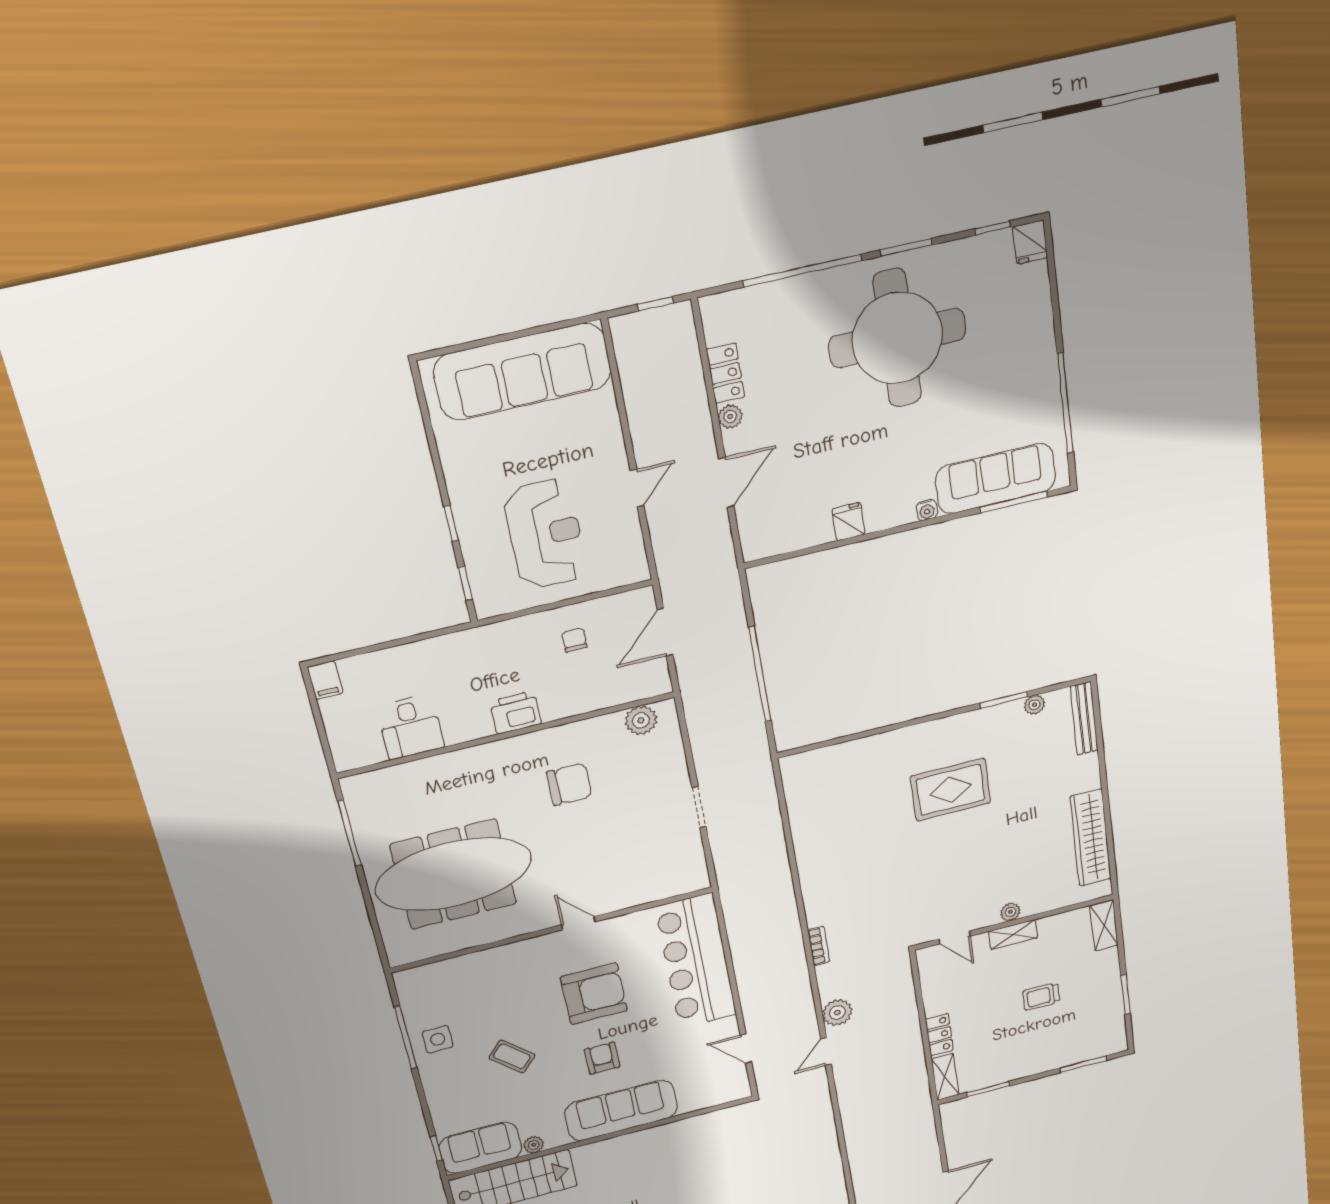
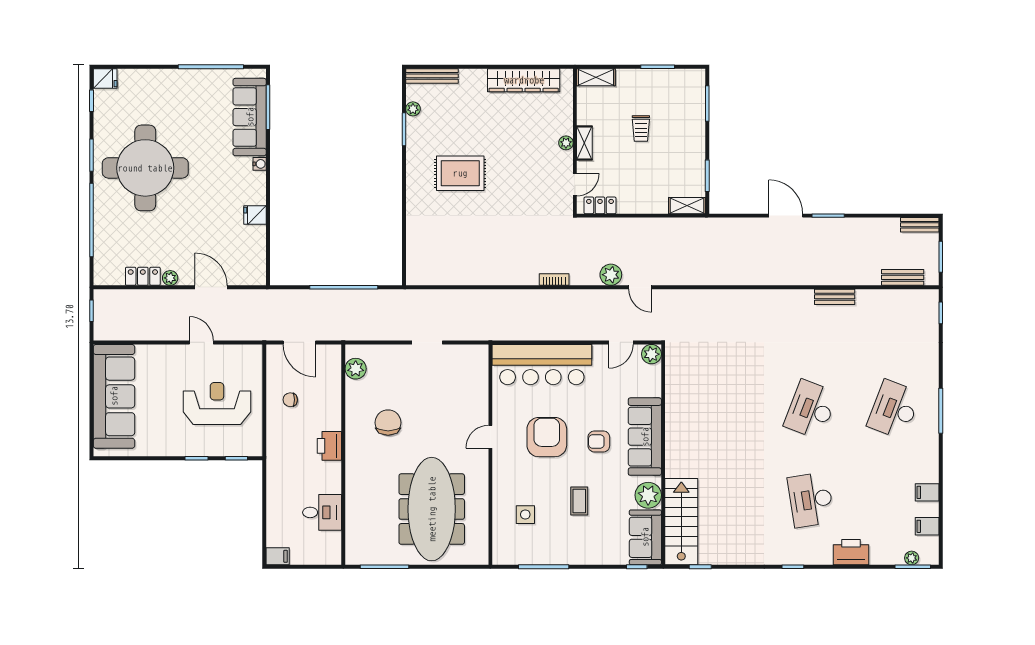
rug: (950, 790) -> (460, 173), turned 90
locker: (939, 1035) -> (600, 205), moved
side table: (438, 1039) -> (525, 515), moved
coffee table: (512, 1056) -> (579, 501), turned -43
plant: (737, 1088) -> (651, 354), added
plant: (534, 1145) -> (648, 495), width x1.88, depth x1.88

